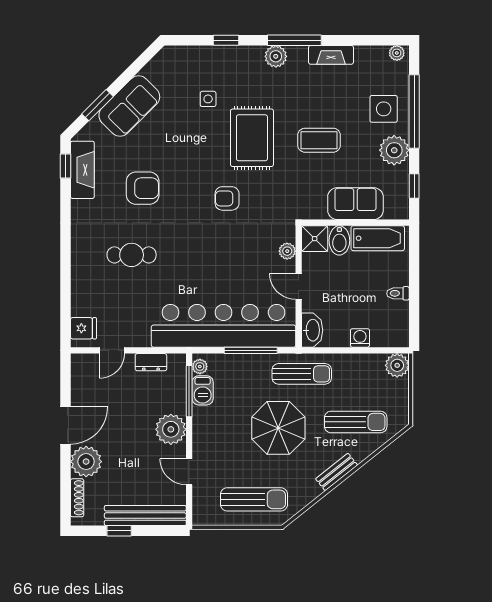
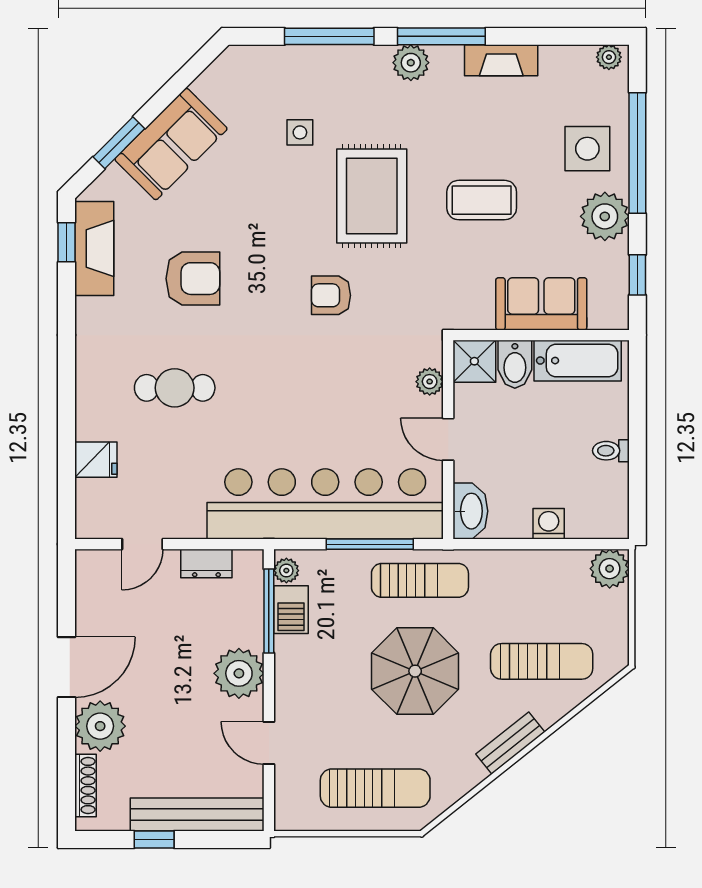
window: (226, 40) -> (329, 36), width x2.17
fridge: (83, 328) -> (96, 460), moved
sun lounger: (302, 374) -> (420, 580), moved

